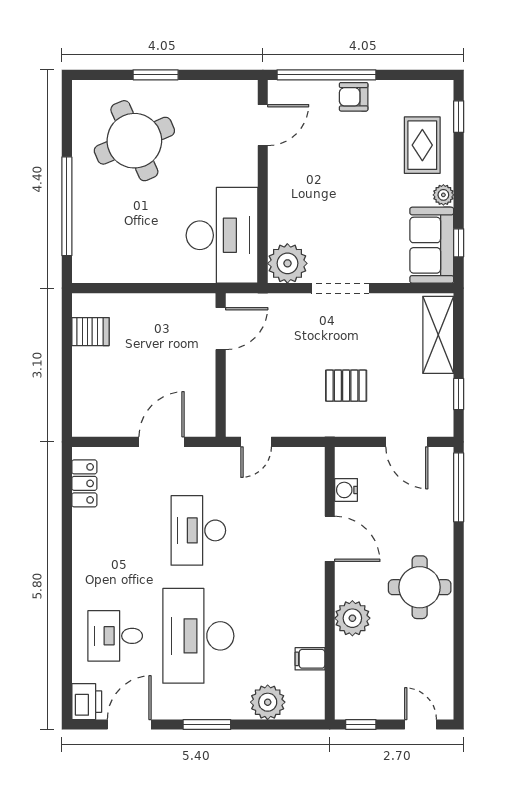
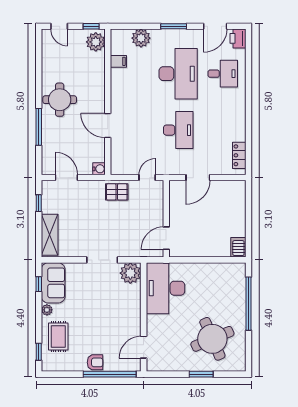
server rack: (90, 332) -> (238, 247), moved, turned 90
pallet: (346, 386) -> (117, 192), moved
window: (459, 487) -> (39, 127), moved
water cooler: (346, 490) -> (99, 169), moved
plant: (352, 618) -> (96, 42), moved

